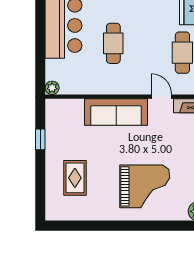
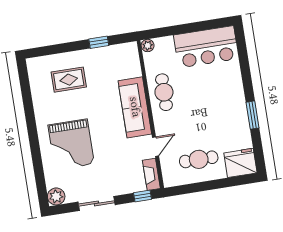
cafe table: (113, 43) -> (164, 92), moved, turned 90

